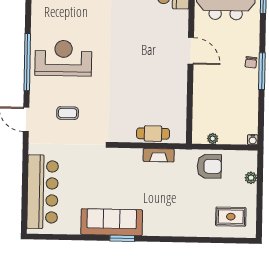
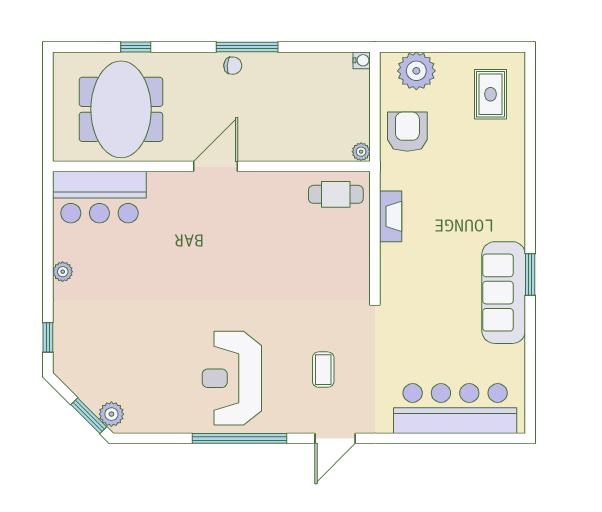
cafe table: (153, 134) -> (336, 194), moved, turned 90
plant: (213, 139) -> (361, 152), moved
plant: (251, 178) -> (416, 71), width x1.88, depth x1.88

